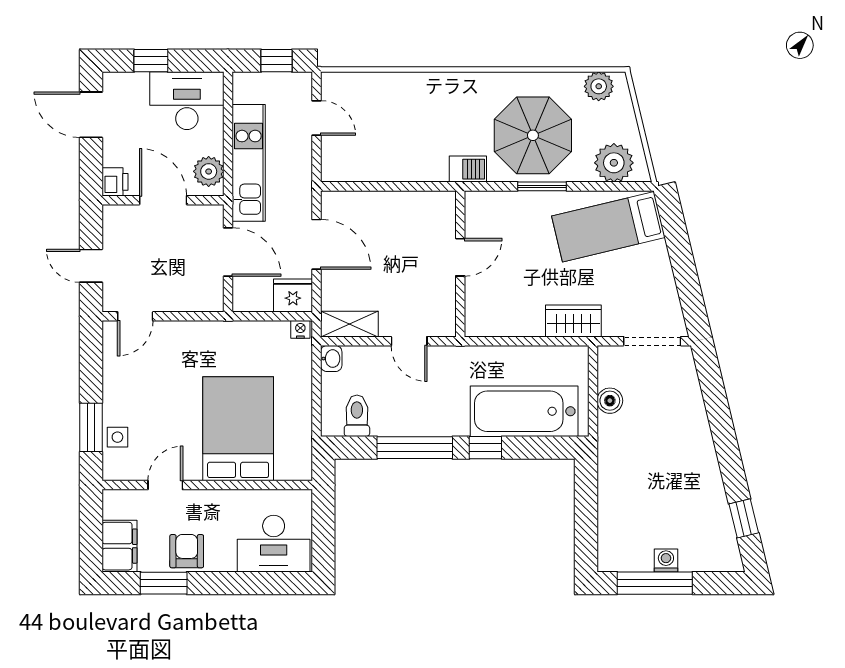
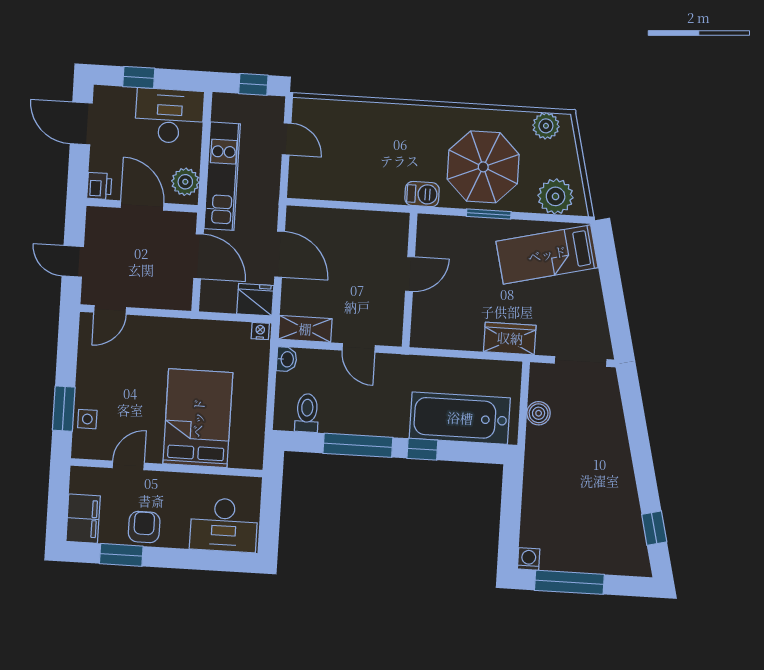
washing machine: (666, 560) -> (529, 559), moved

